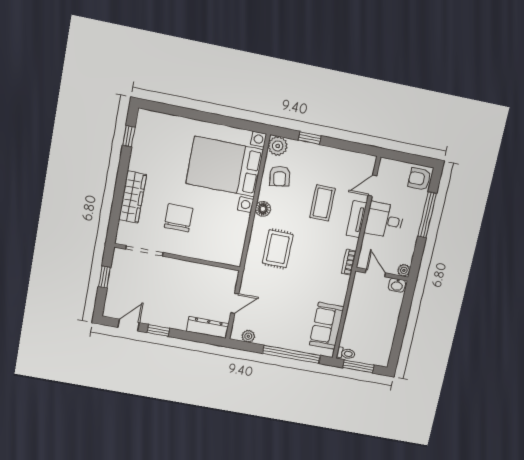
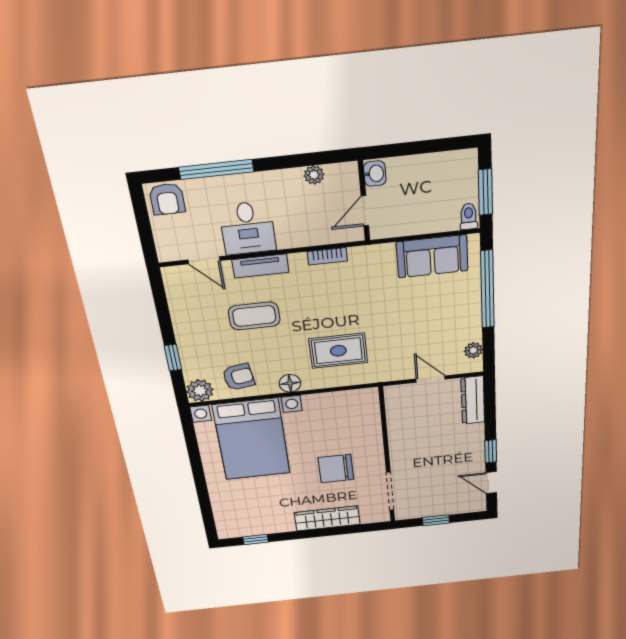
door: (375, 273) -> (365, 211), moved
wall: (382, 274) -> (364, 201), moved
washbasin: (397, 285) -> (375, 174), moved

